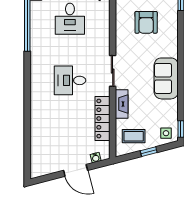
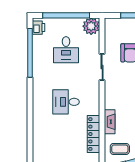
sliding door: (113, 71) -> (102, 67), moved

